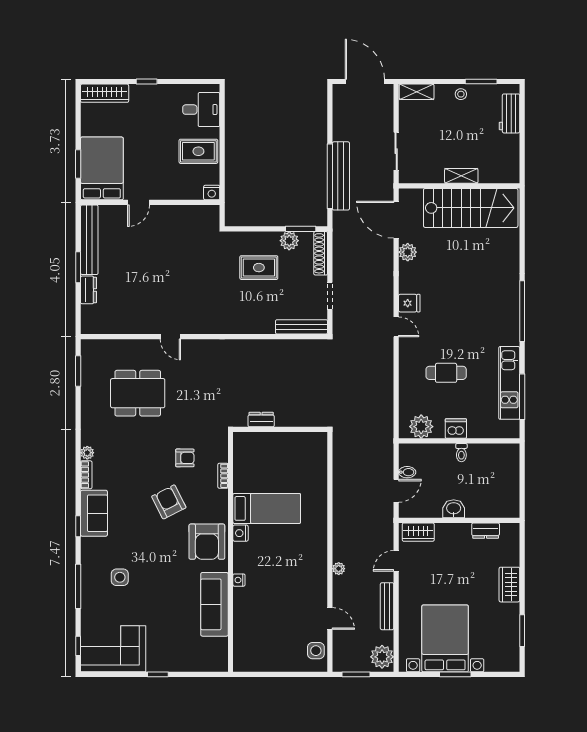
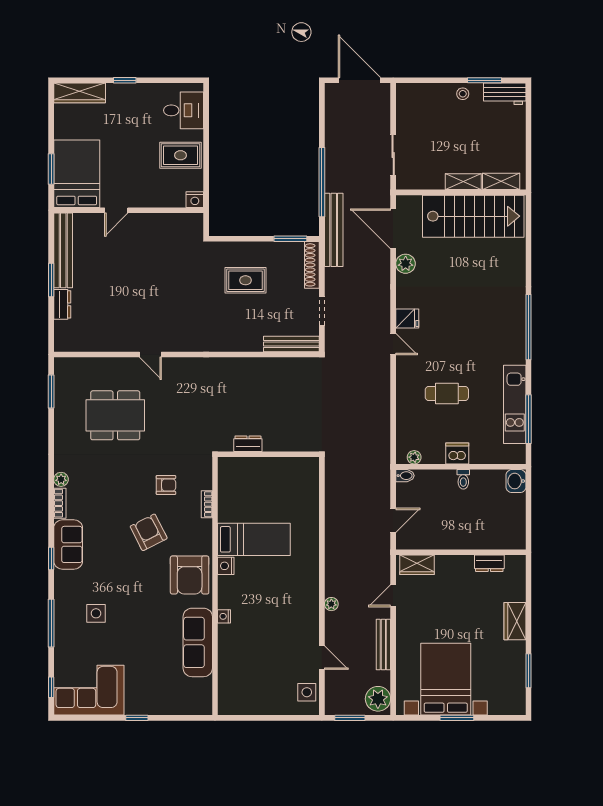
shelving: (417, 92) -> (501, 181), moved
workbench: (509, 113) -> (505, 94), moved, turned -90
bench: (341, 176) -> (334, 230), moved
plant: (289, 241) -> (278, 251), removed
plant: (421, 427) -> (414, 457), width x0.53, depth x0.53
bidet: (407, 472) -> (405, 476), moved
washbasin: (454, 509) -> (516, 481), moved, turned -90

